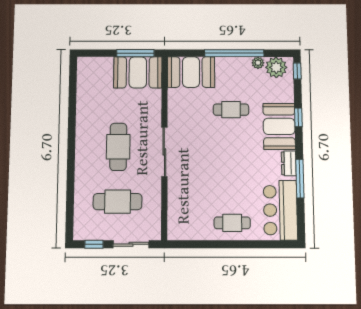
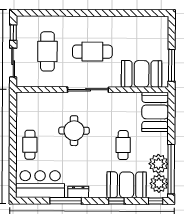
window: (234, 53) -> (171, 169), moved
plant: (258, 63) -> (158, 164), width x1.88, depth x1.88
booth: (138, 72) -> (142, 74), moved, turned 90
booth: (279, 126) -> (127, 185), moved
round table: (214, 169) -> (74, 131), added

